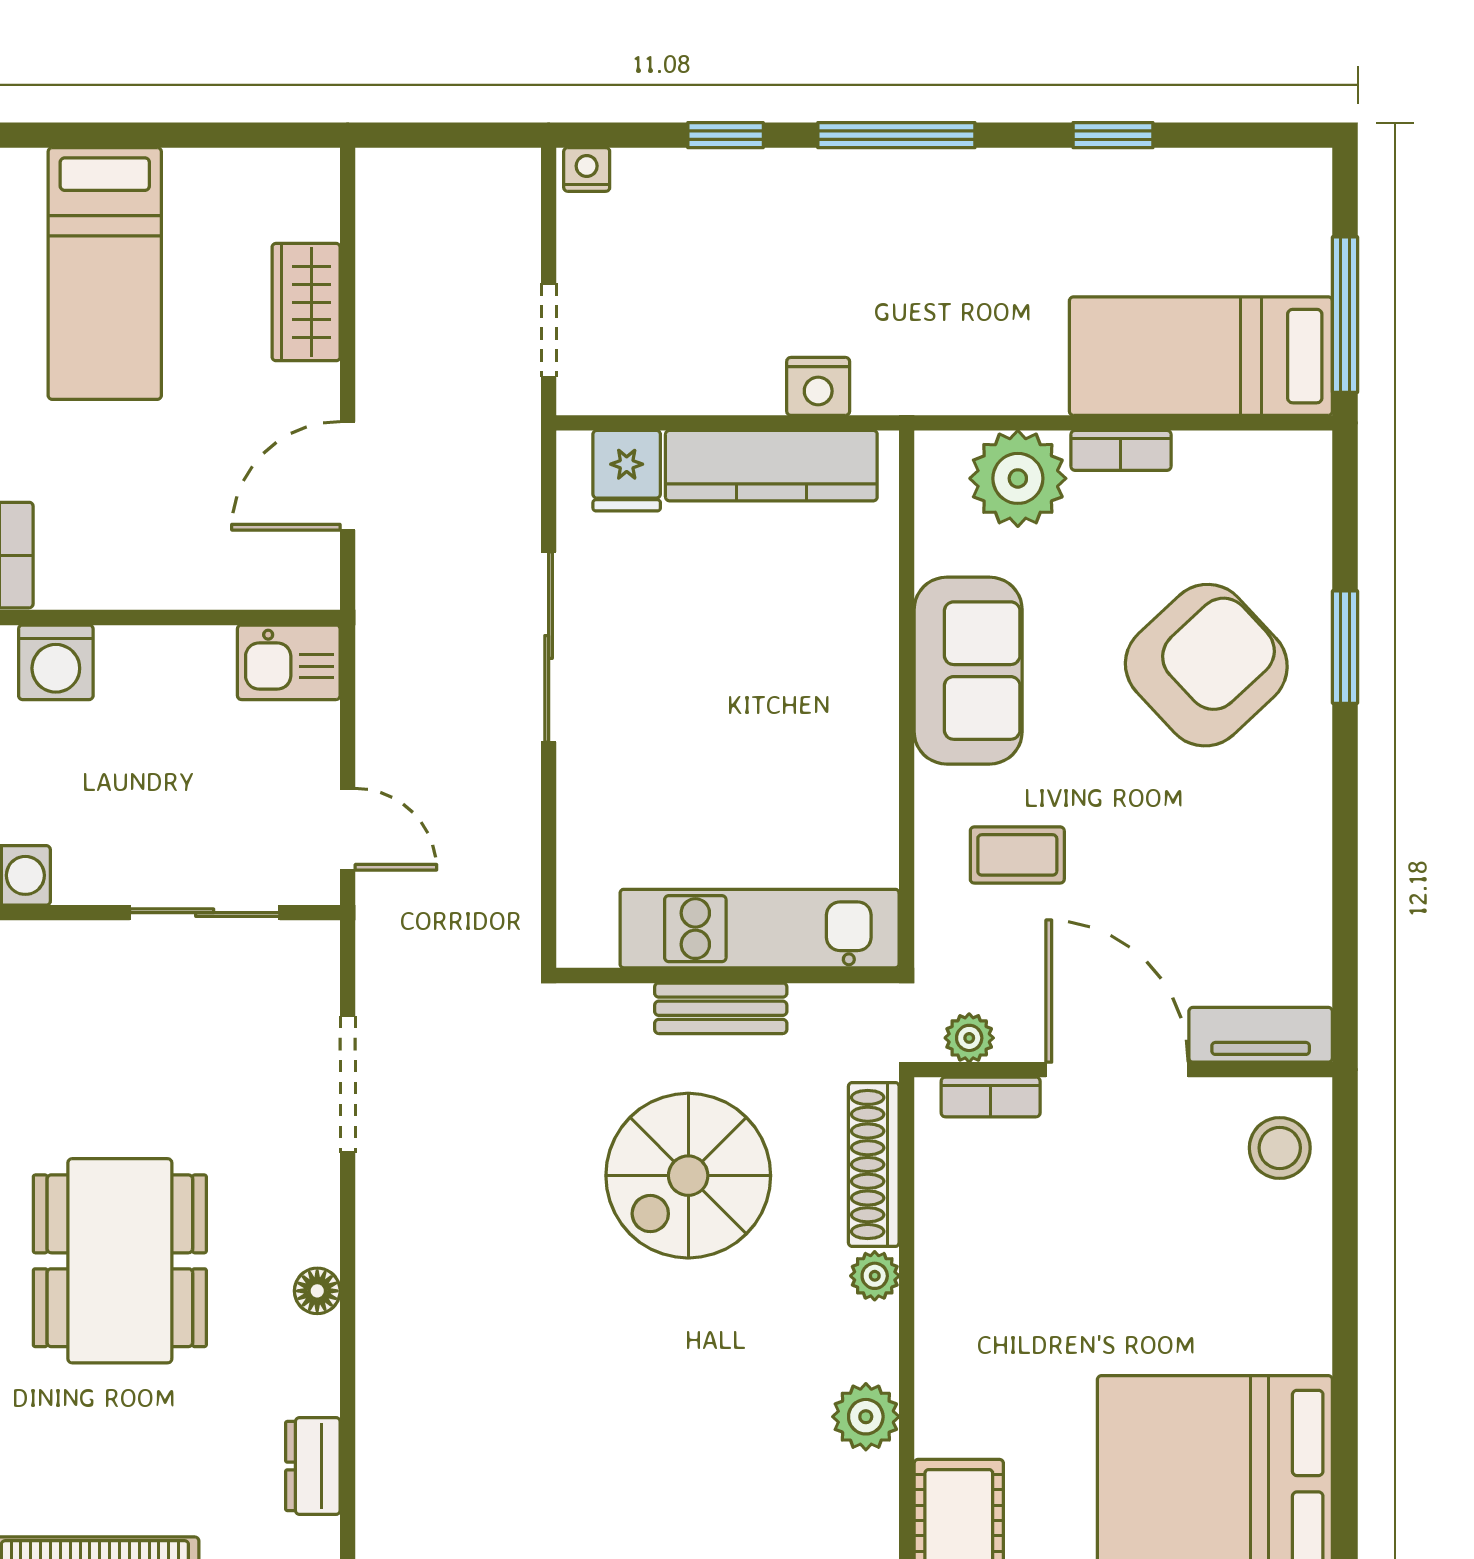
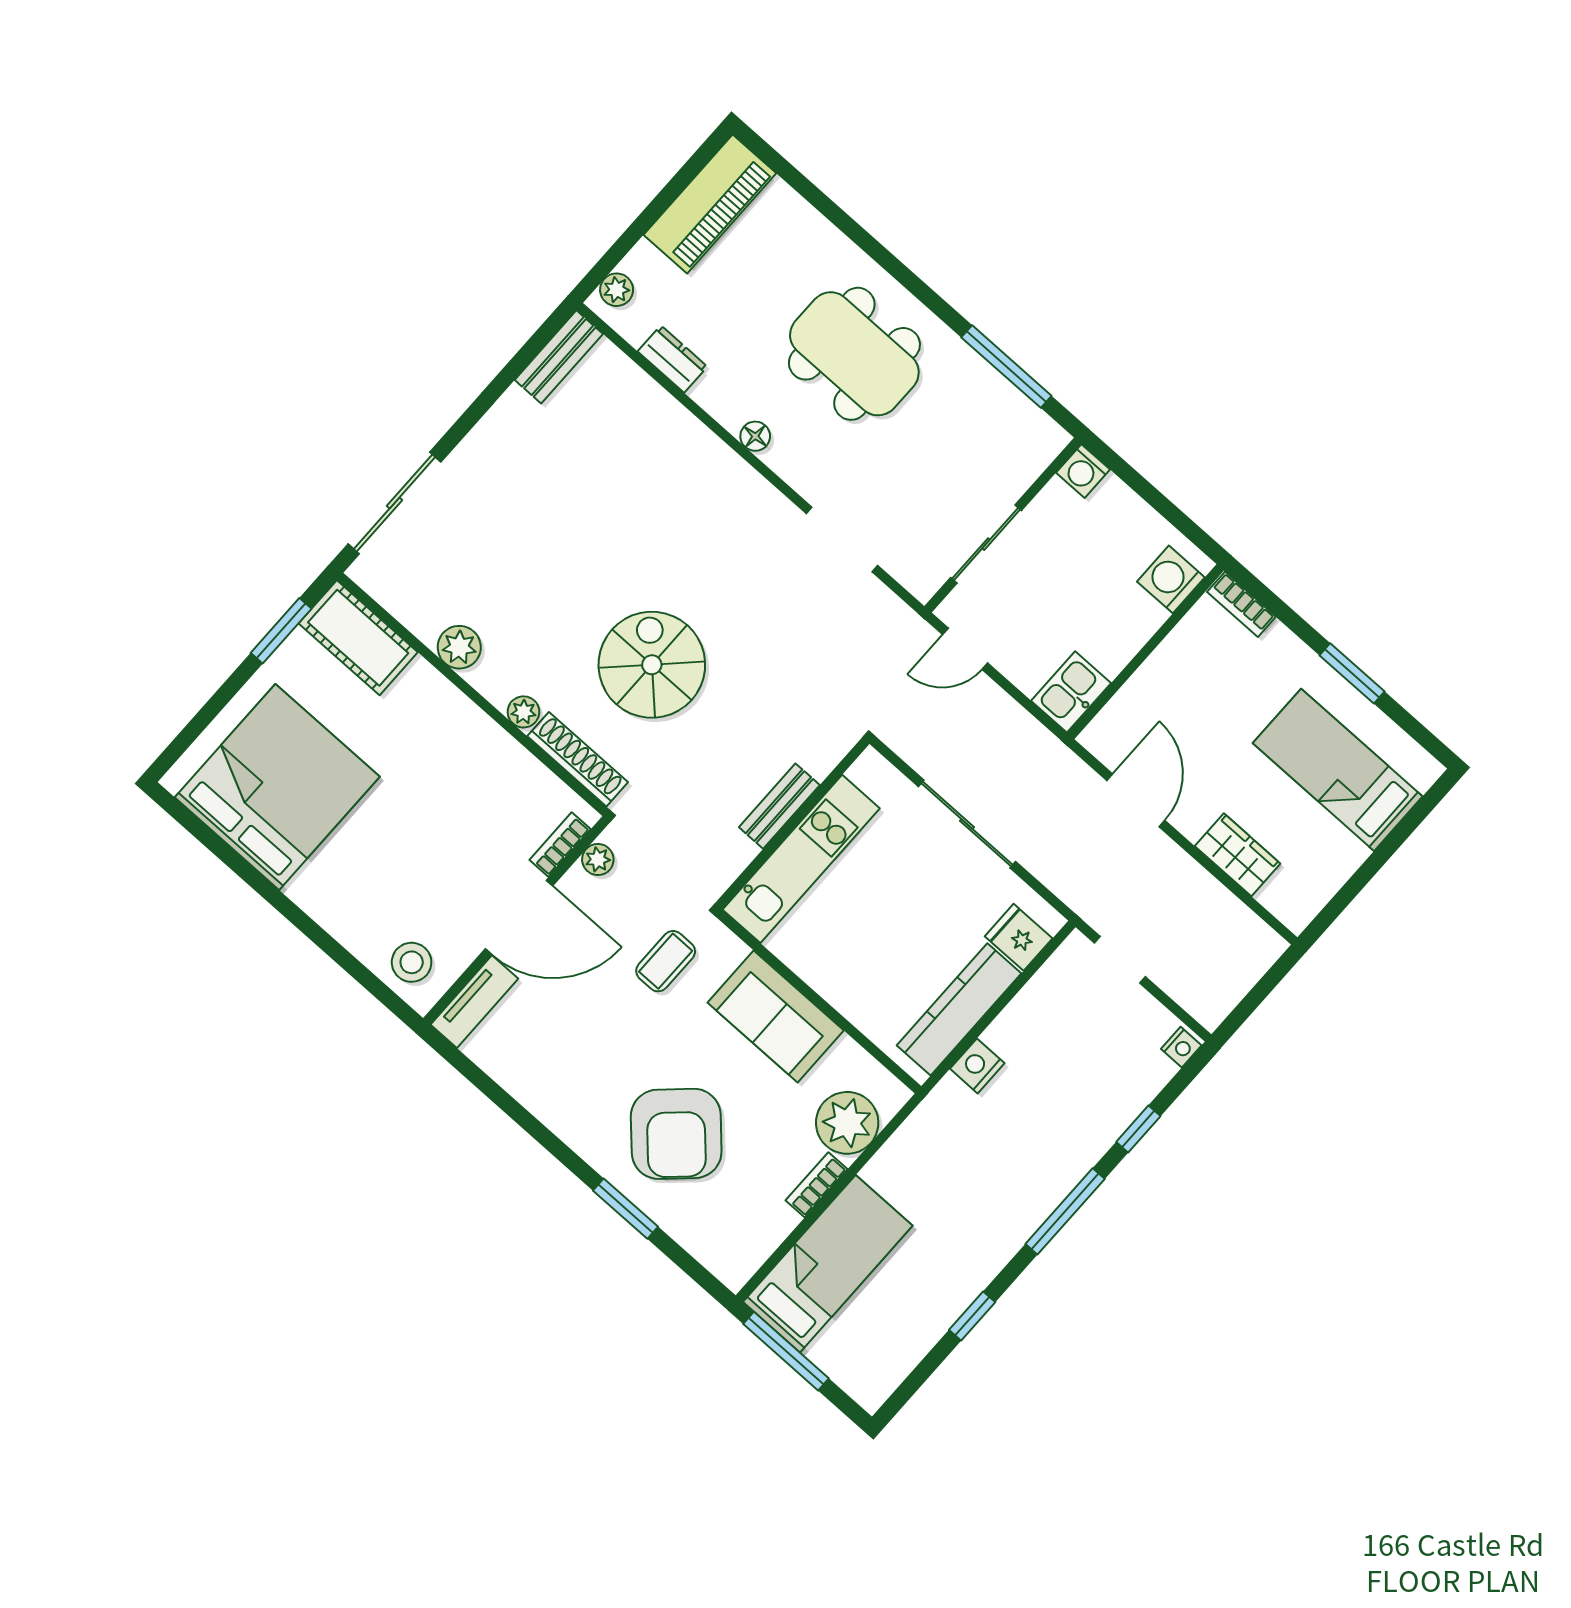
kitchen unit: (760, 929) -> (801, 859), moved
wall: (728, 975) -> (792, 823), moved
bench: (721, 1008) -> (779, 806), moved

